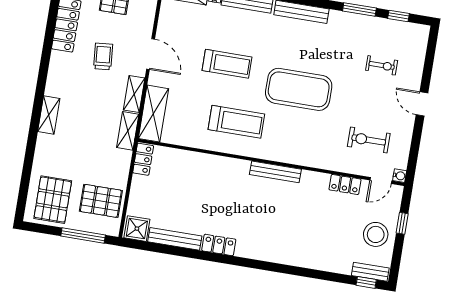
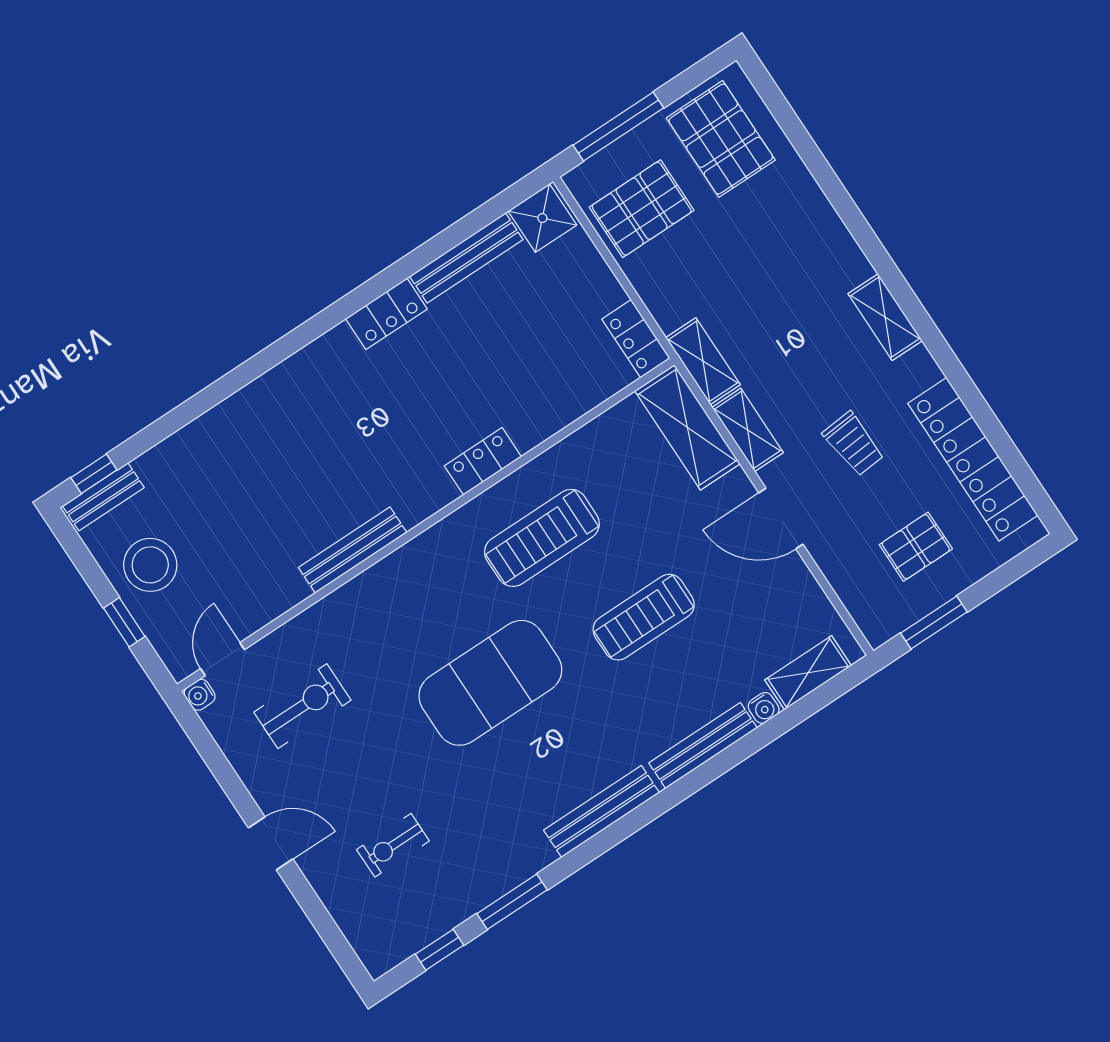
shelving: (49, 115) -> (885, 317), moved
bench: (275, 172) -> (353, 550), moved
locker: (345, 184) -> (483, 461), moved

